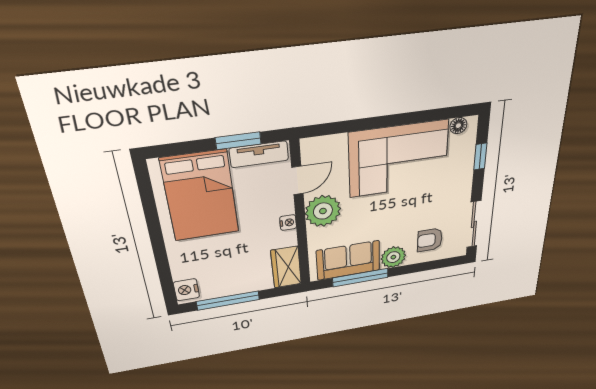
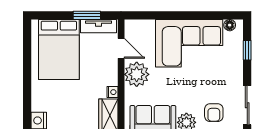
door: (297, 180) -> (121, 48), hinge flipped
nightstand: (288, 223) -> (113, 92), moved
armchair: (430, 240) -> (214, 113), turned -90

